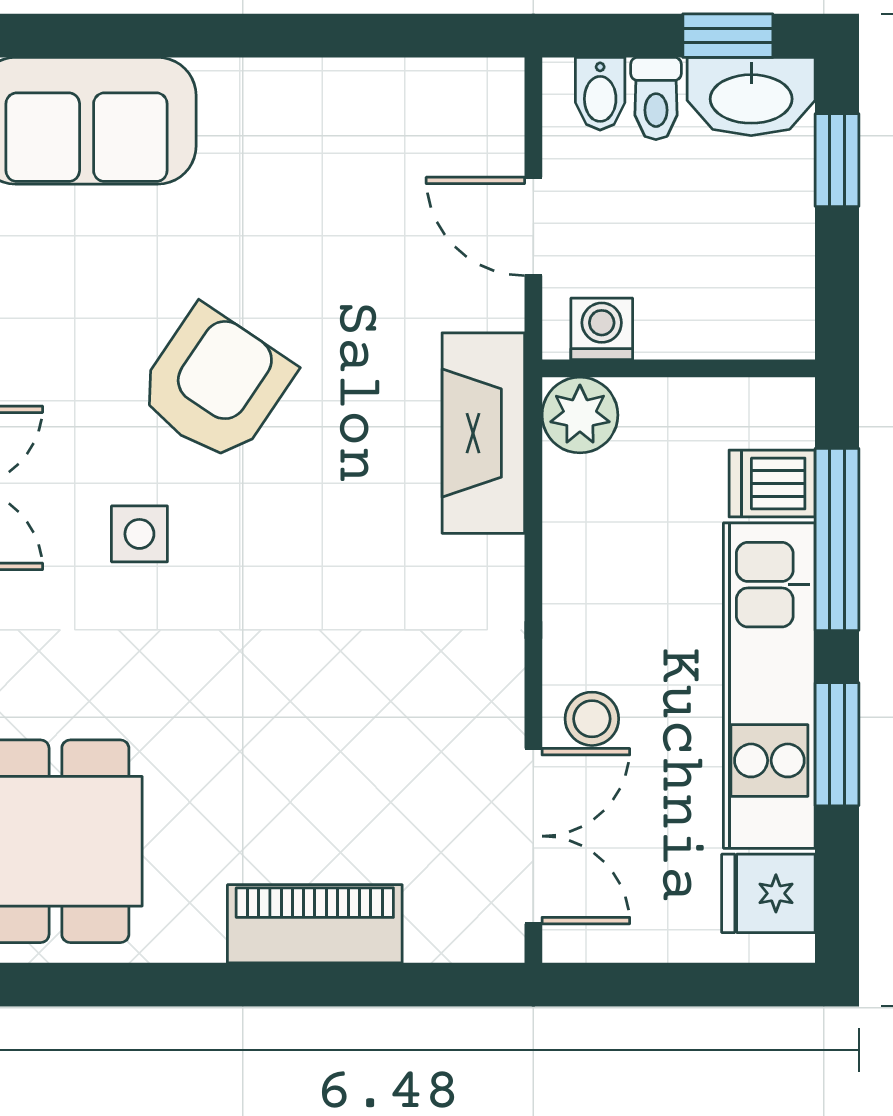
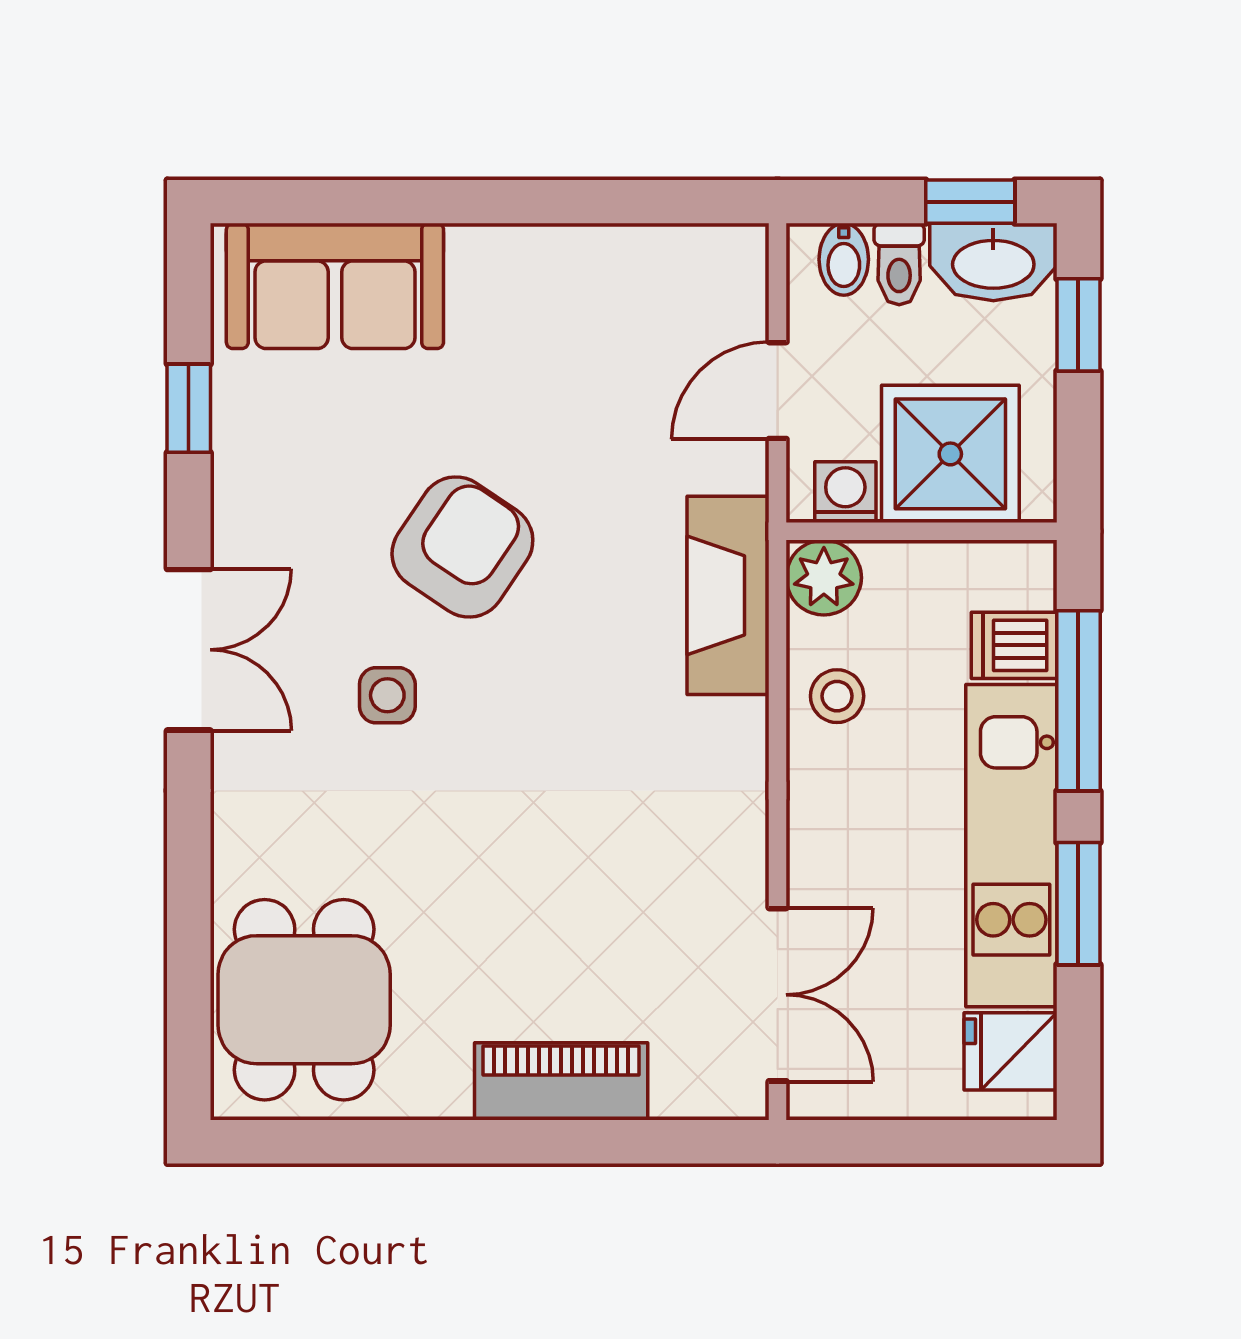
door: (533, 226) -> (778, 391), hinge flipped
shower: (708, 290) -> (950, 454), added
stool: (592, 719) -> (837, 696), moved

